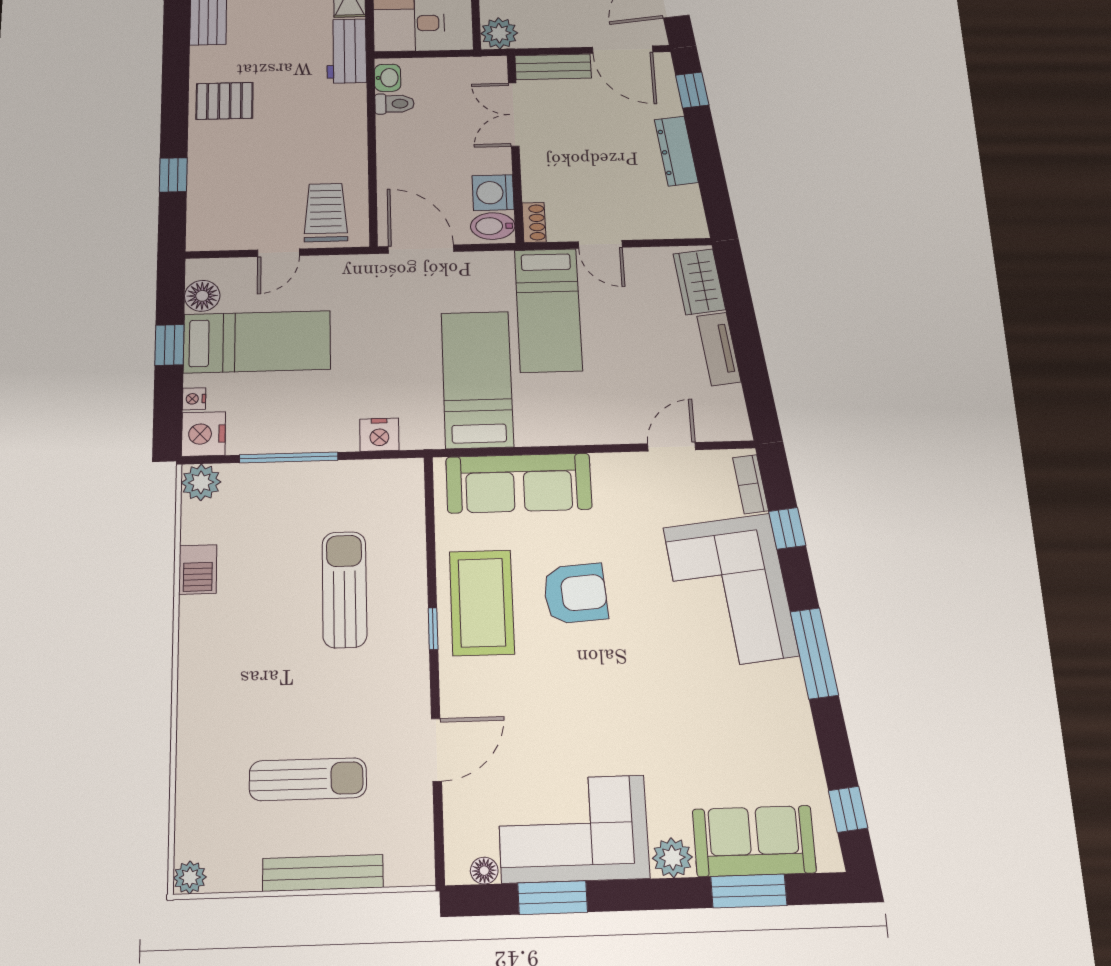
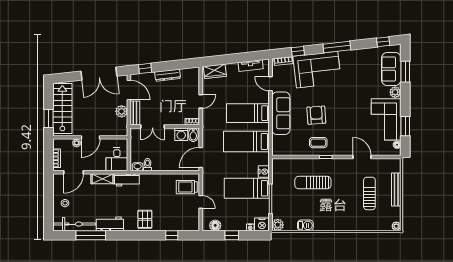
plant: (499, 33) -> (122, 111), moved
door: (623, 50) -> (129, 90), hinge flipped
bed: (548, 310) -> (248, 113), moved, turned 180
bed: (257, 342) -> (247, 188), moved, turned -90
tv unit: (719, 349) -> (251, 66), moved
sofa: (519, 483) -> (281, 113), moved
coffee table: (482, 603) -> (318, 143), width x0.54, depth x0.58

